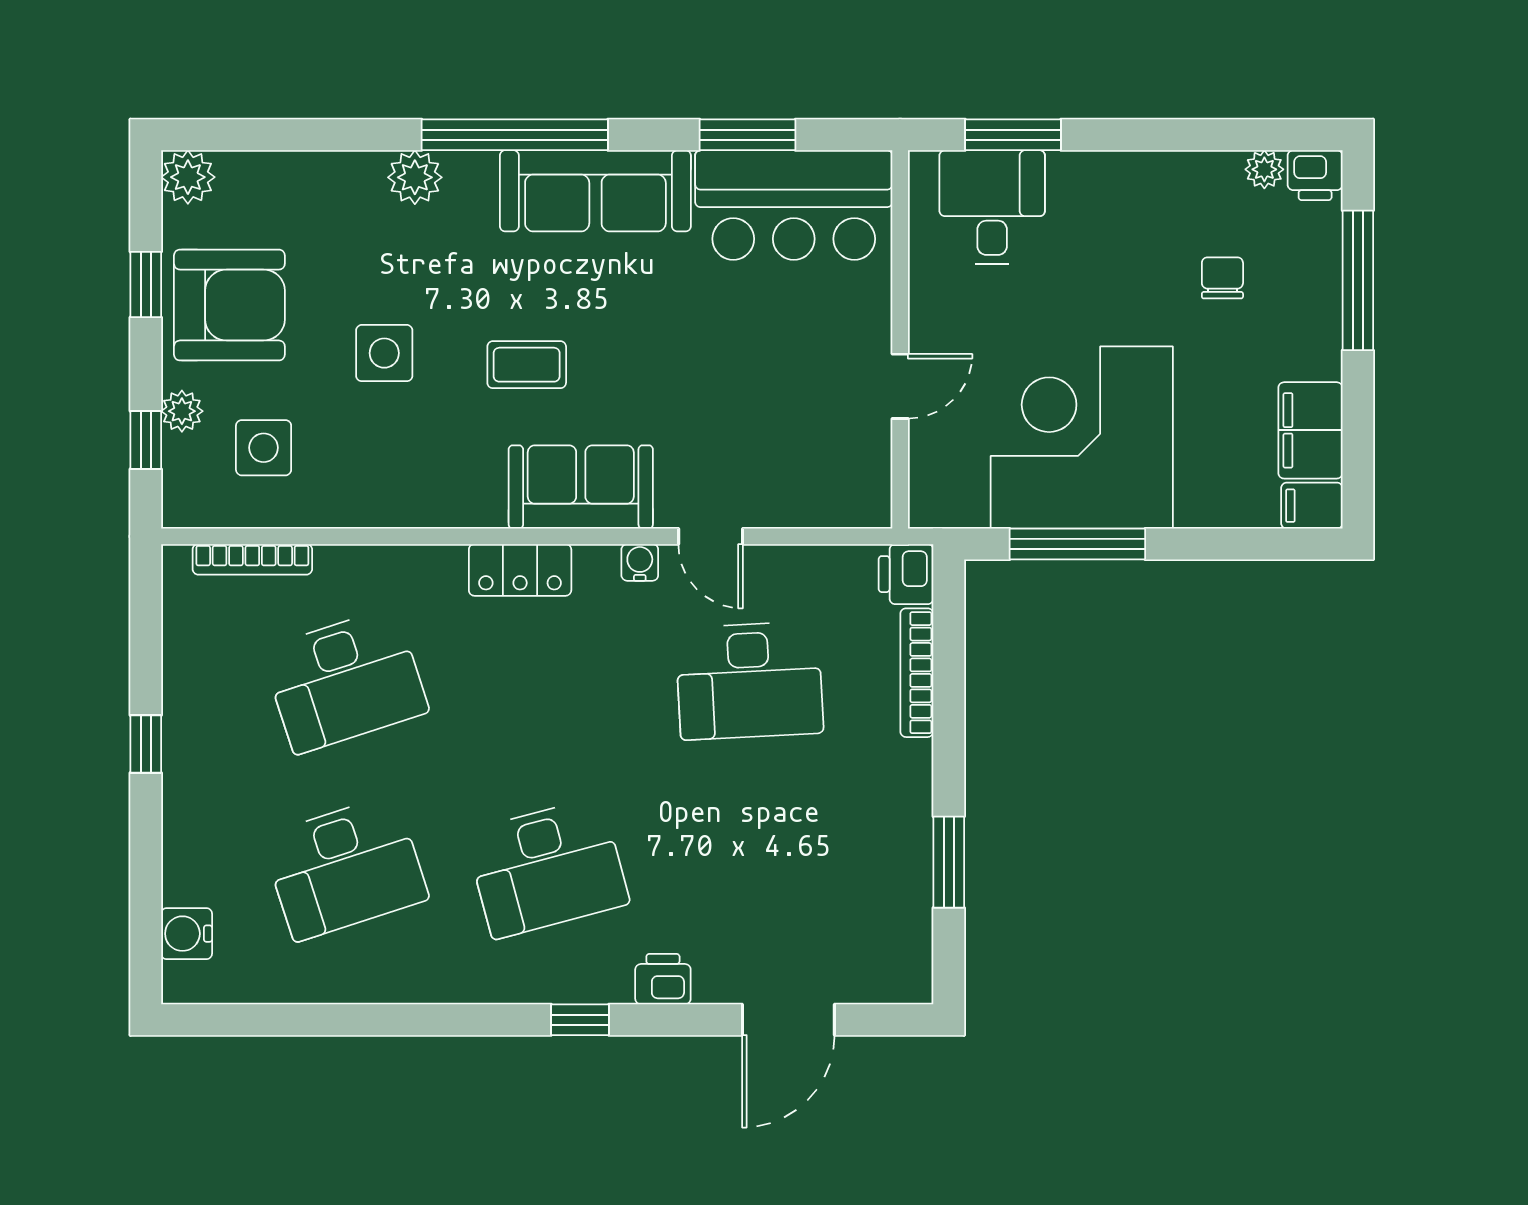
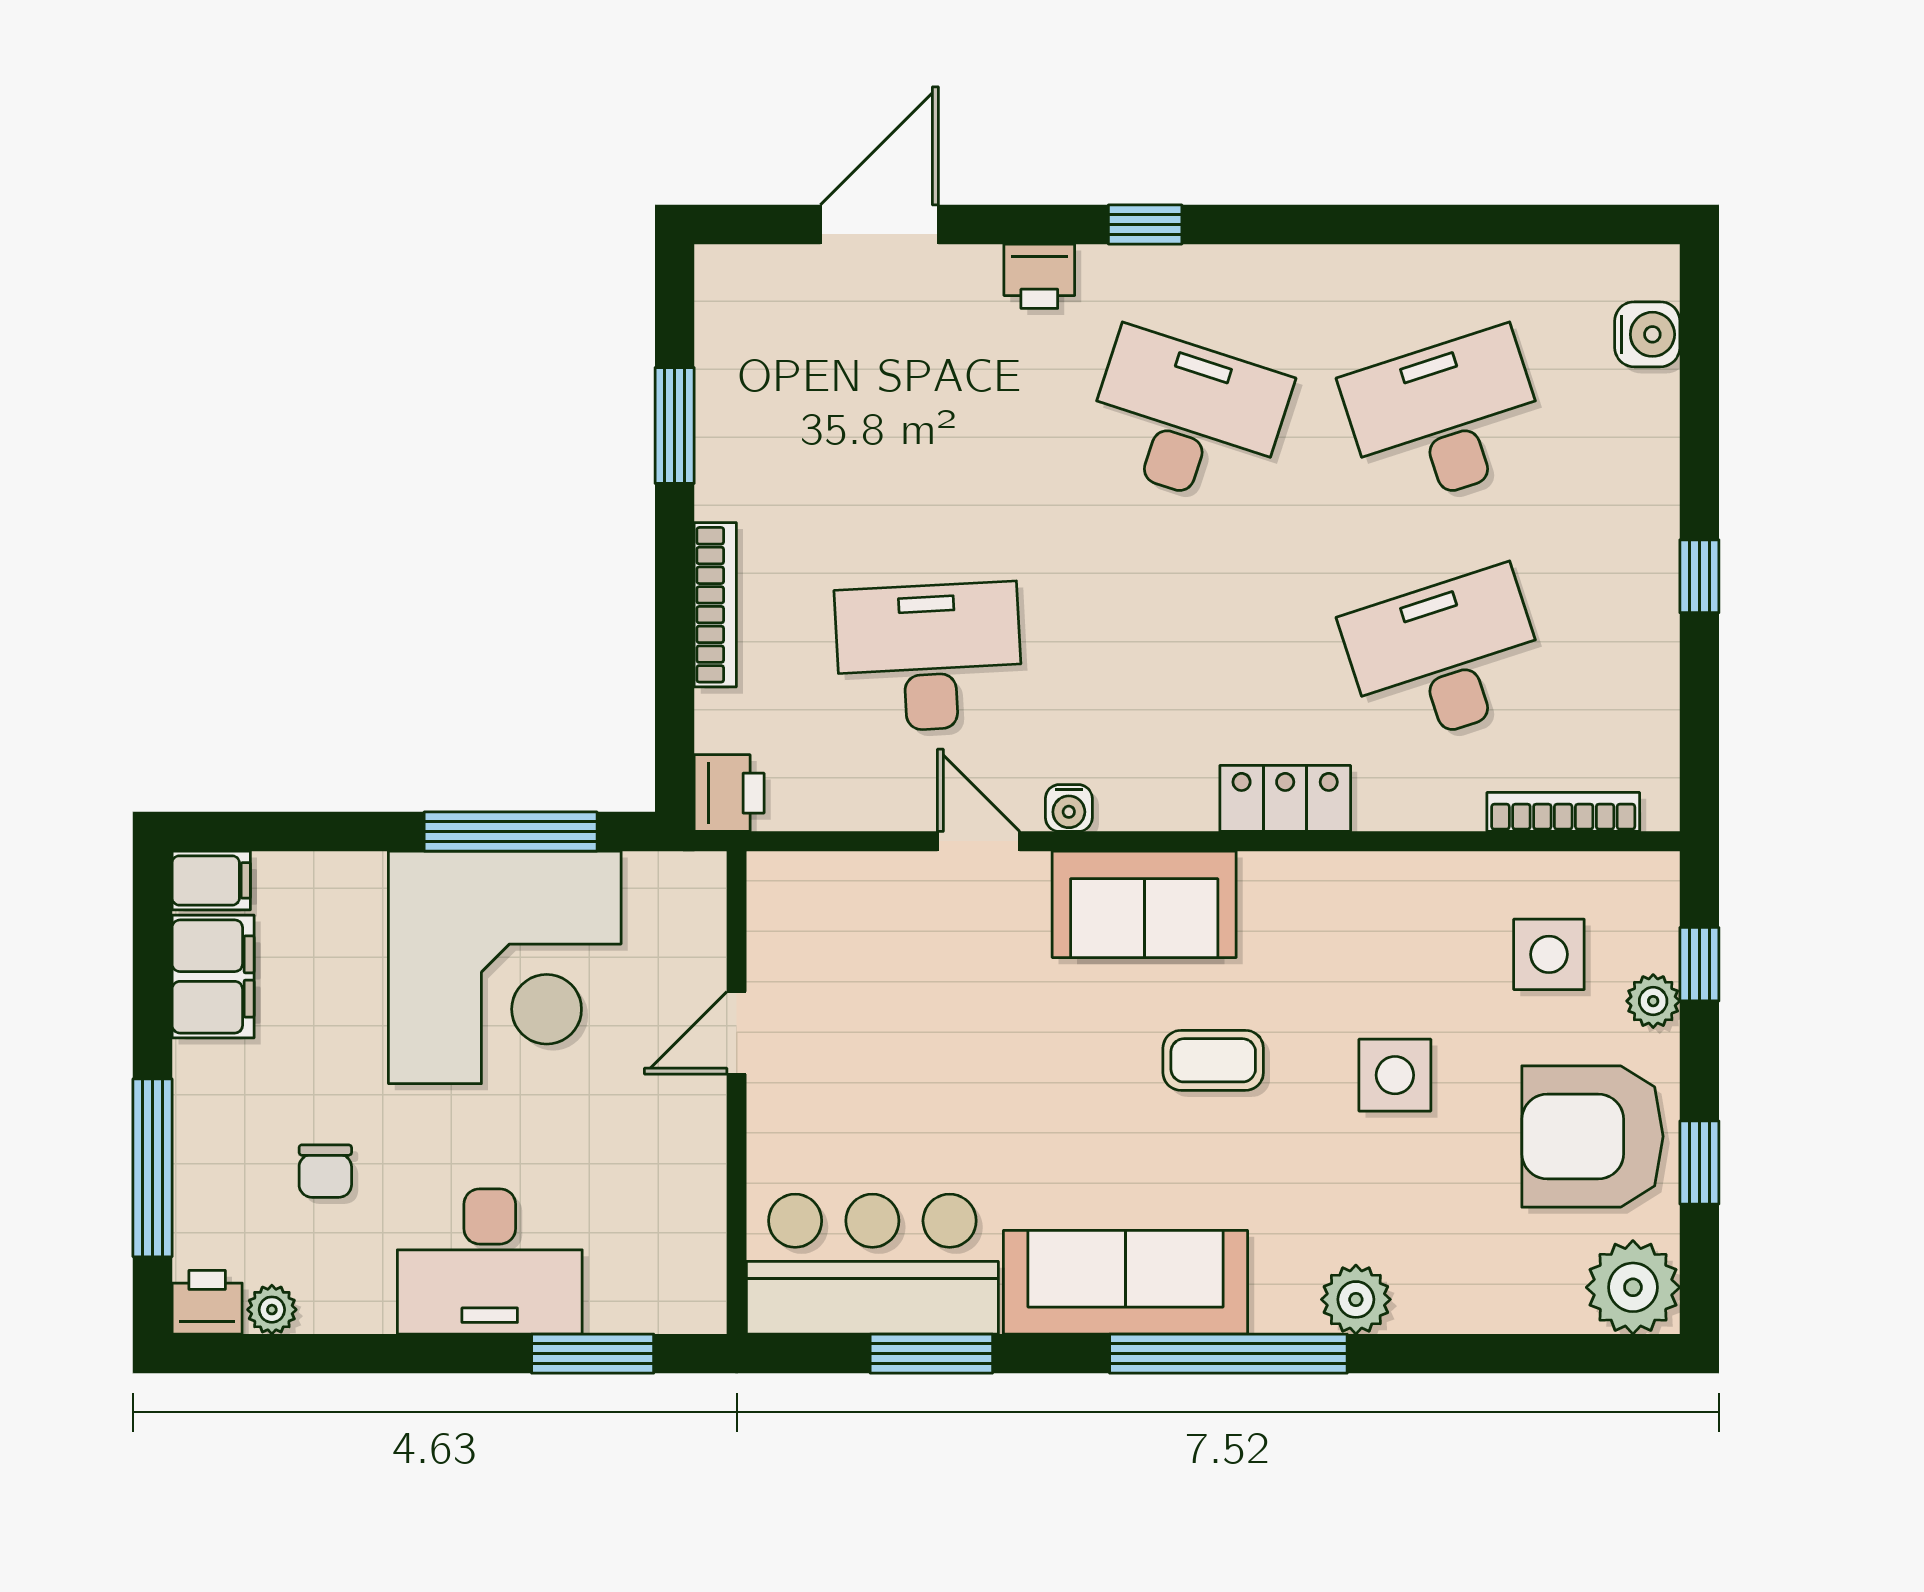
plant: (188, 177) -> (1633, 1287), width x1.36, depth x1.36
desk: (992, 207) -> (490, 1261), moved, width x1.37
locker: (520, 570) -> (1285, 798), moved
bookcase: (917, 673) -> (715, 605), moved
desk: (547, 868) -> (1187, 418), turned 33

